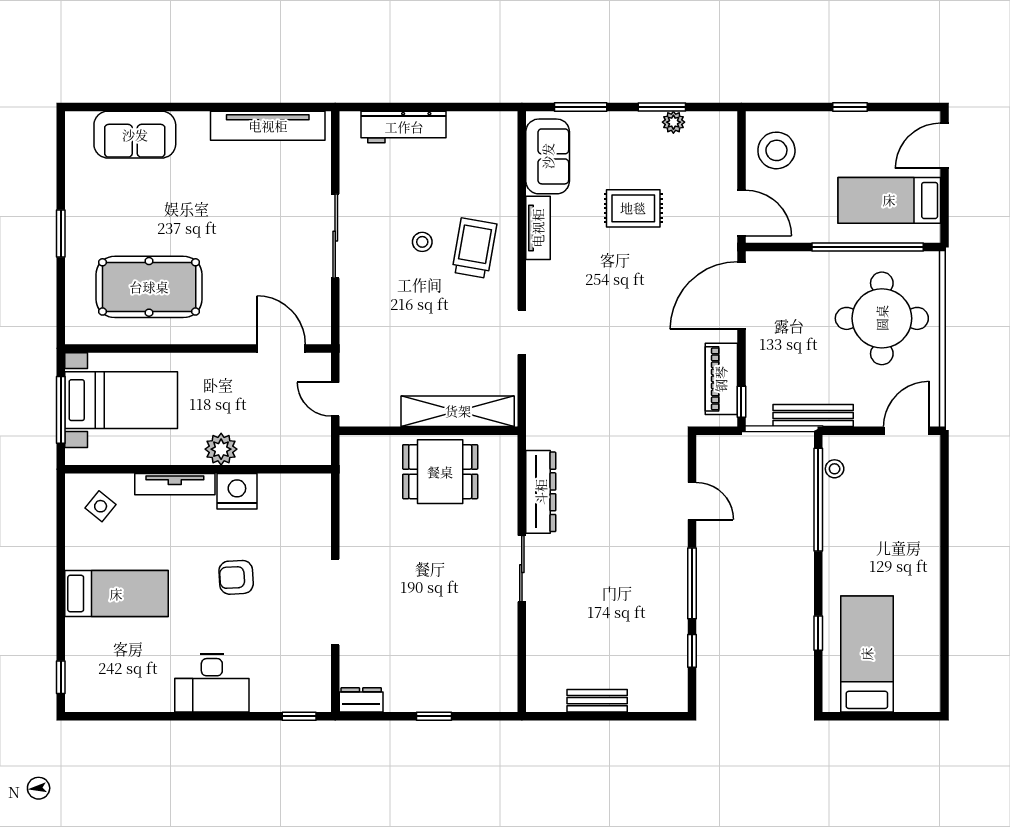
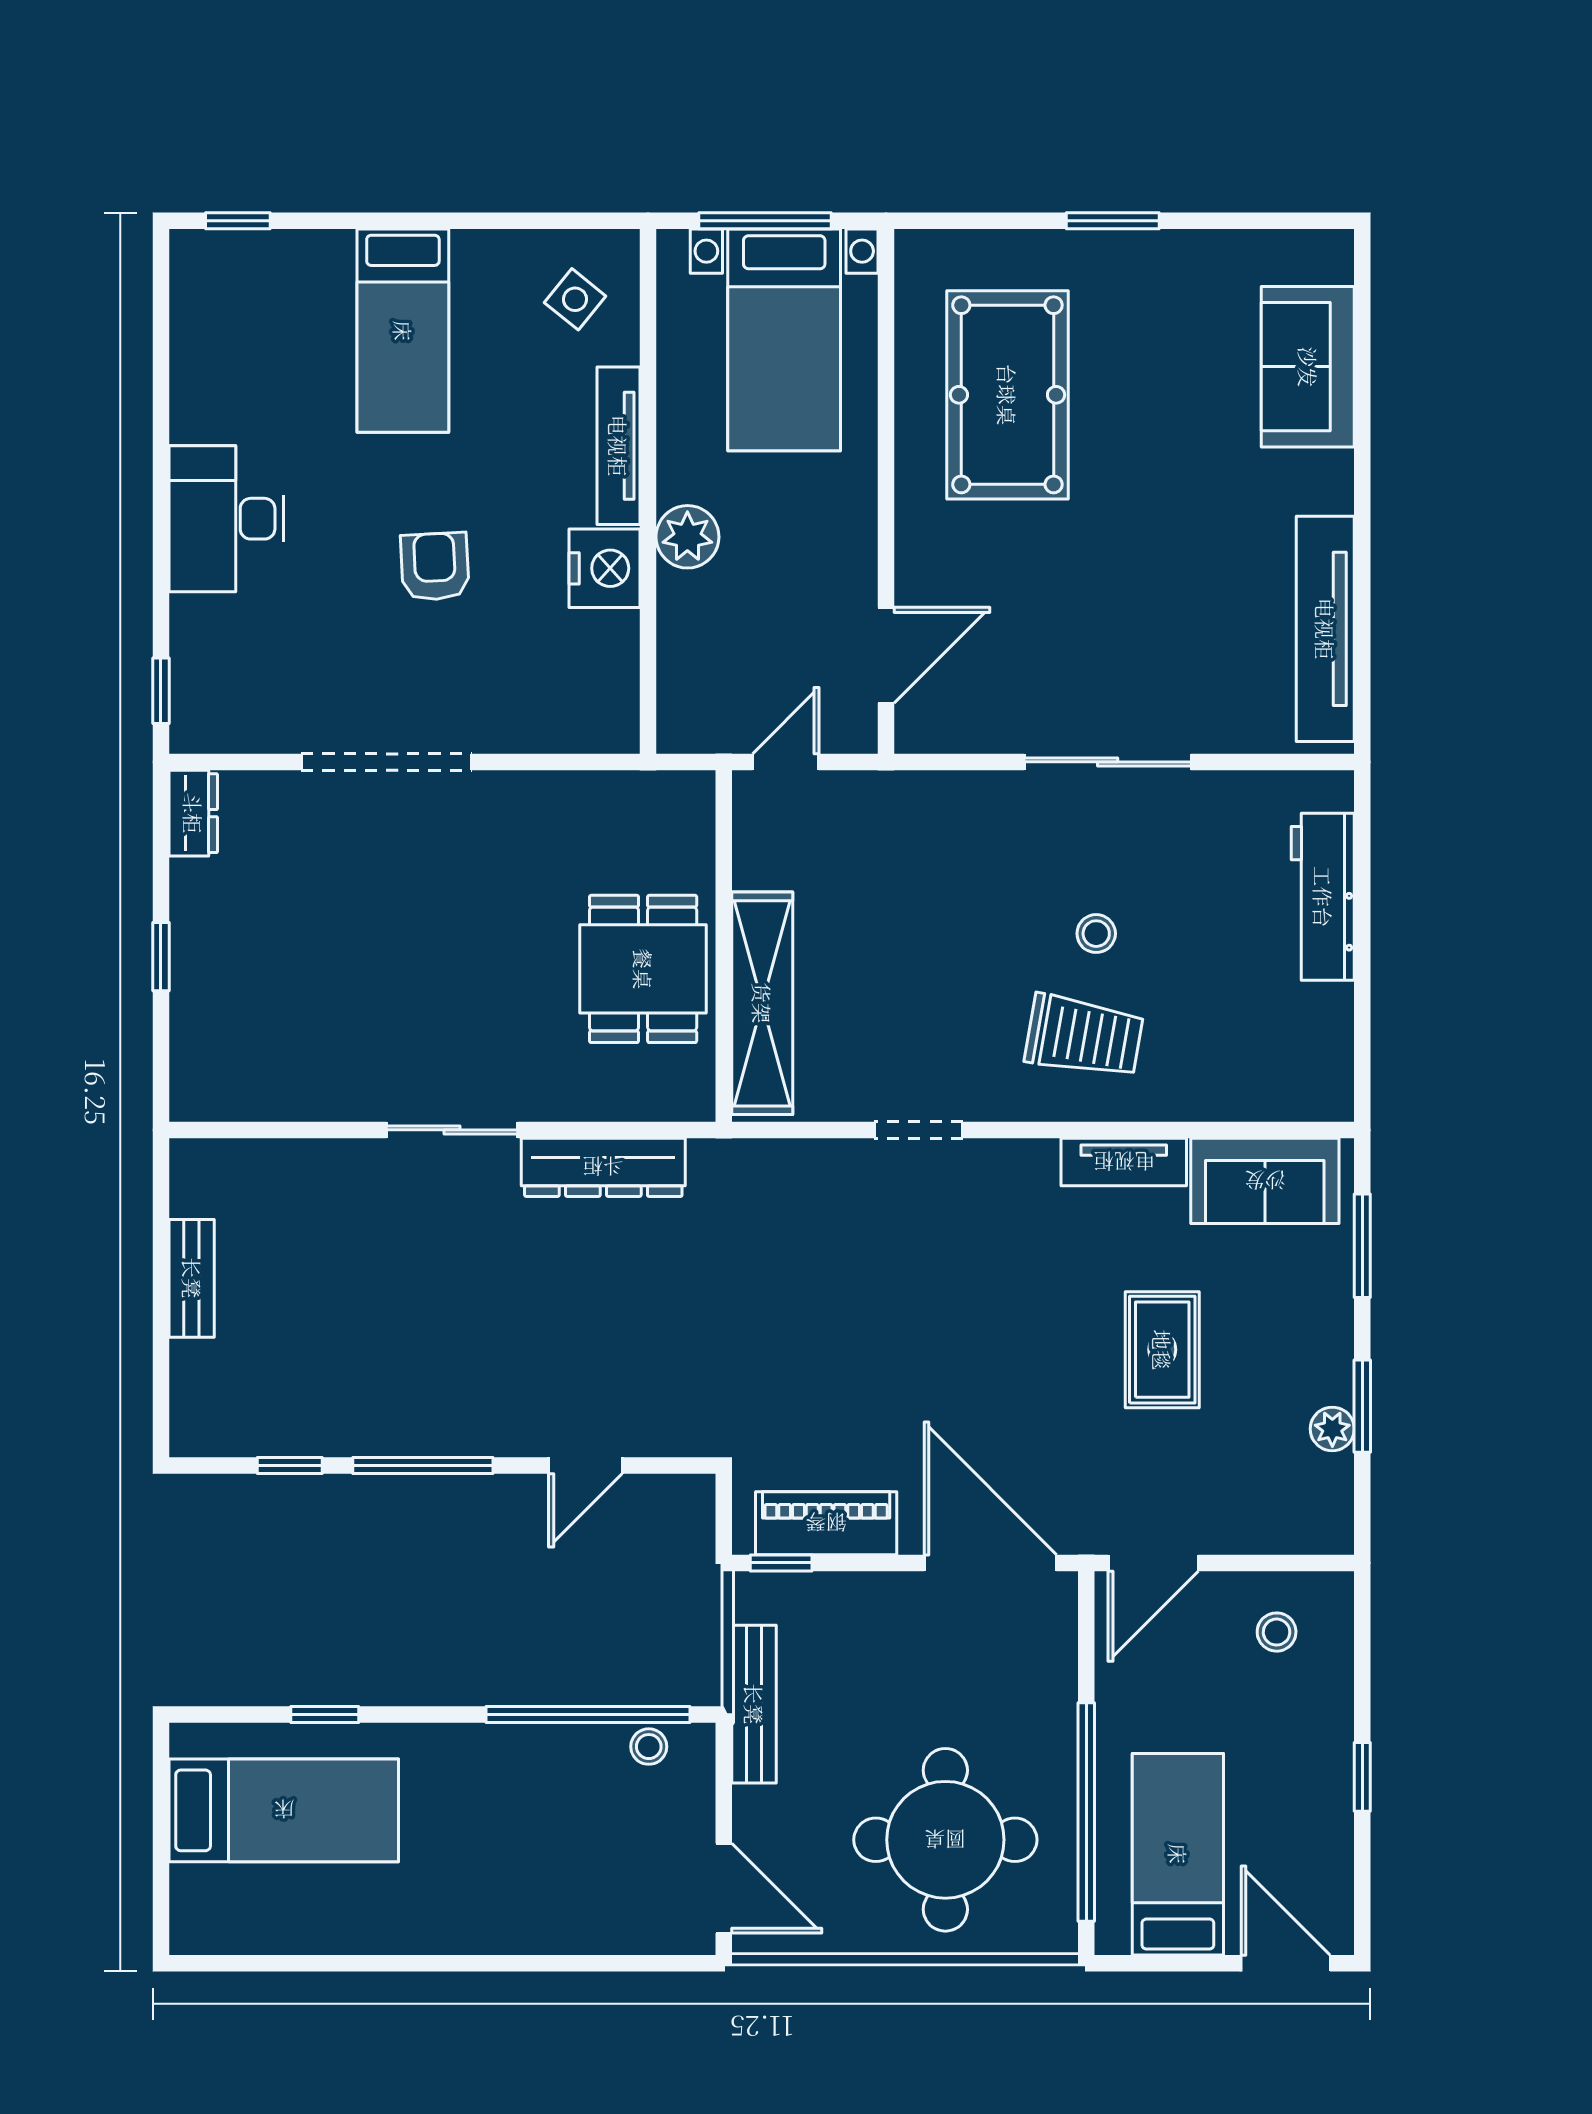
stool: (776, 150) -> (1277, 1632), width x0.53, depth x0.53

